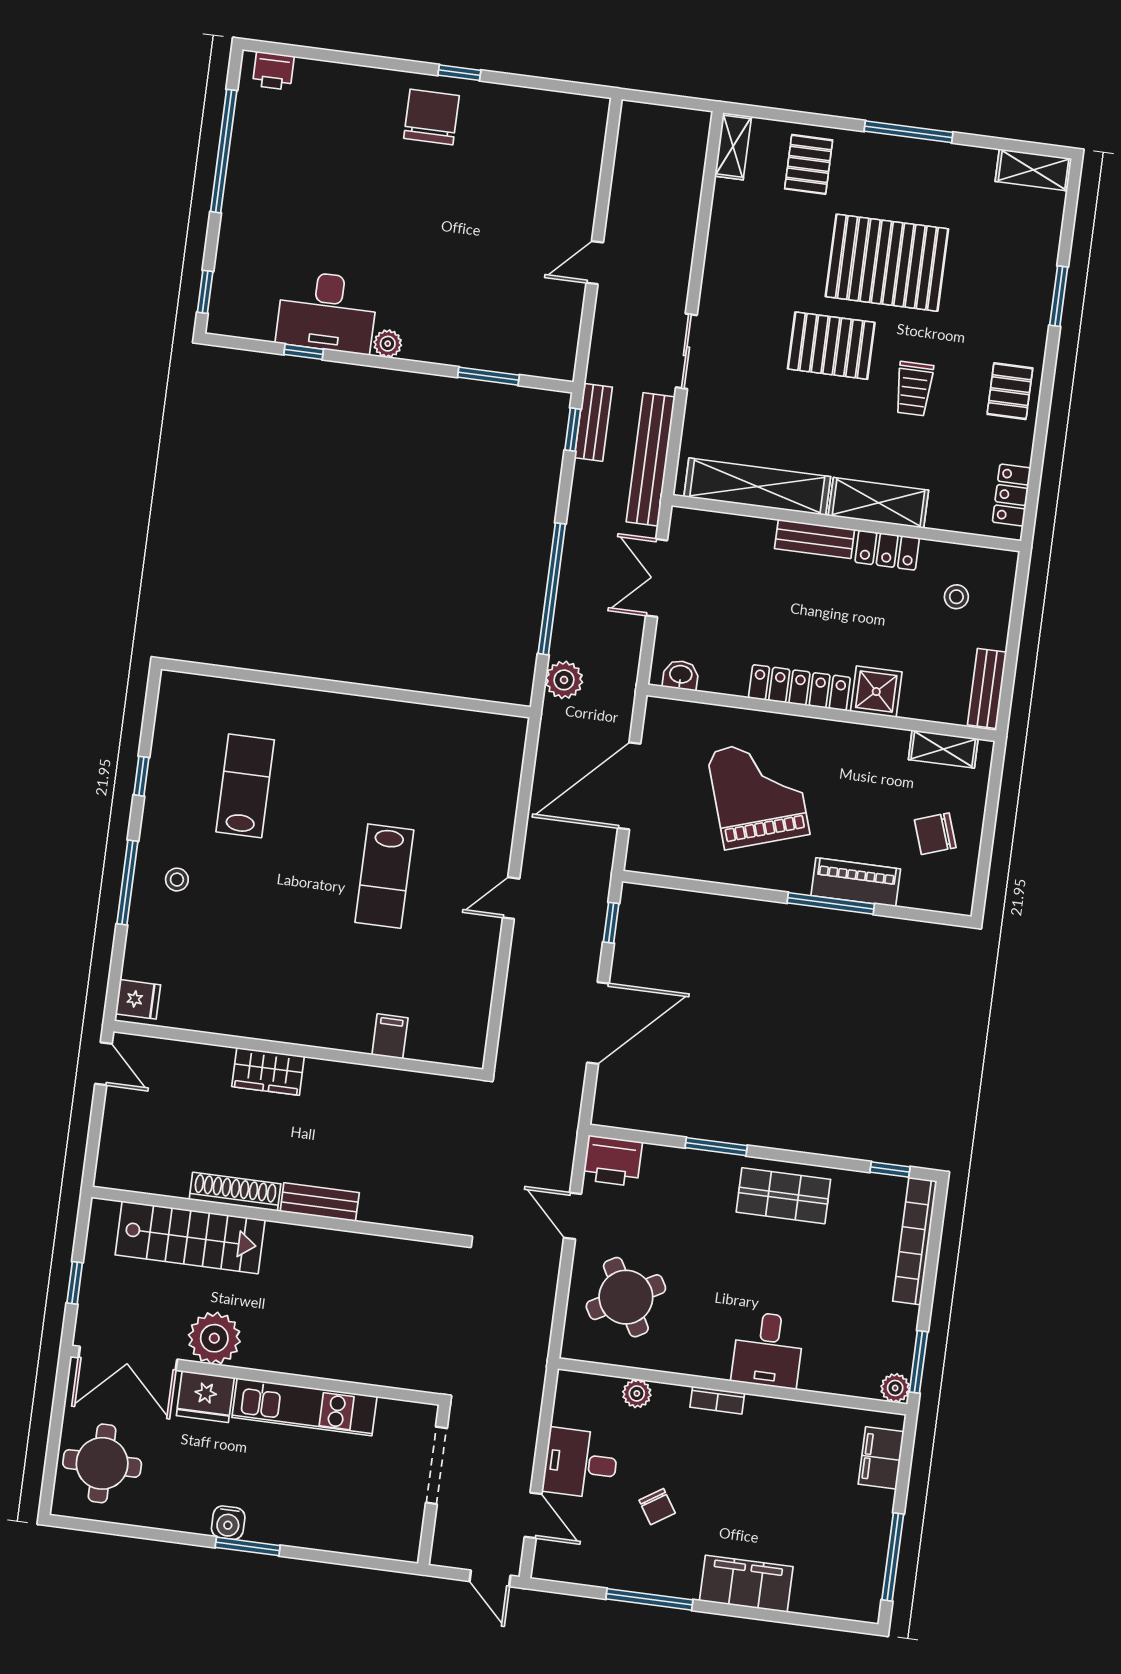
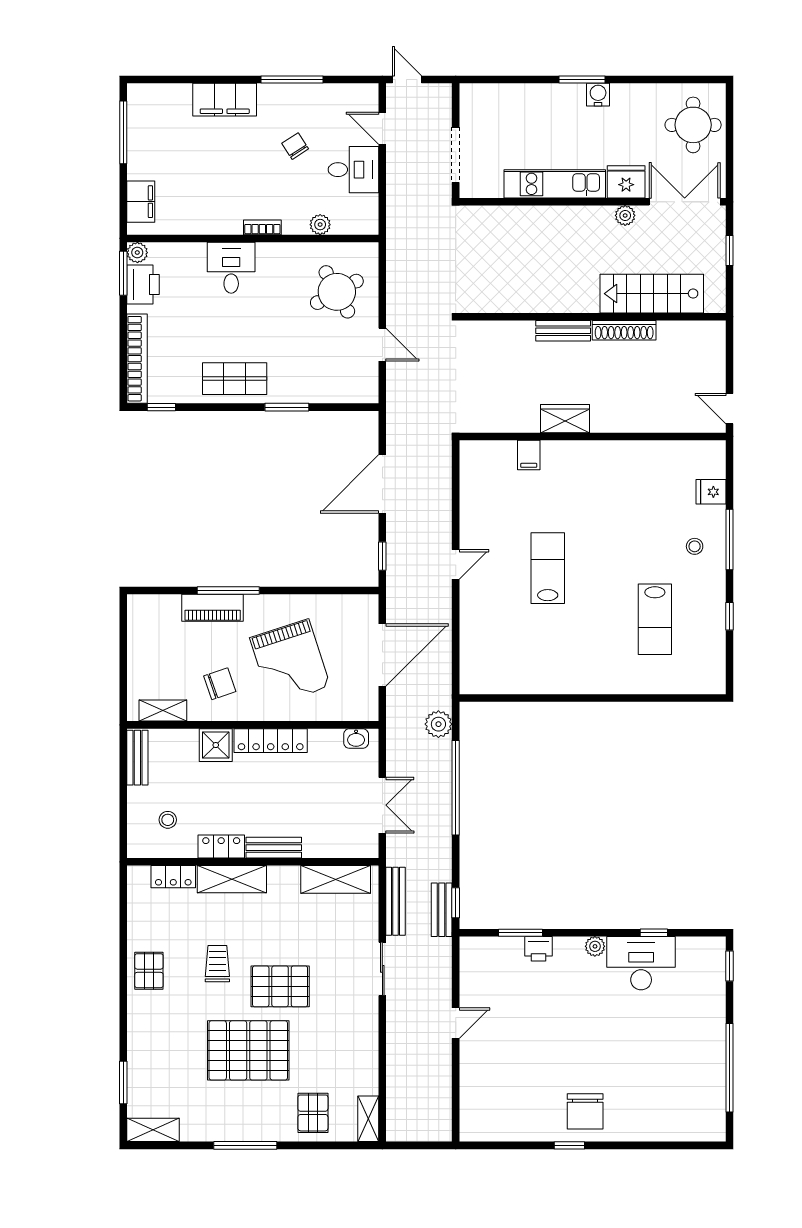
printer: (273, 71) -> (538, 949), moved, turned 180
window: (1059, 296) -> (123, 1082), moved
bench: (651, 459) -> (396, 901), width x0.73, depth x0.82
shelving: (757, 487) -> (336, 879), width x0.68
locker: (1012, 495) -> (173, 877), moved, turned 90
chair: (935, 834) -> (220, 684), moved
fridge: (138, 999) -> (711, 492), moved
wardrobe: (268, 1071) -> (565, 419), moved
printer: (613, 1161) -> (143, 284), moved, turned 90
plant: (214, 1338) -> (625, 215), width x0.53, depth x0.53

